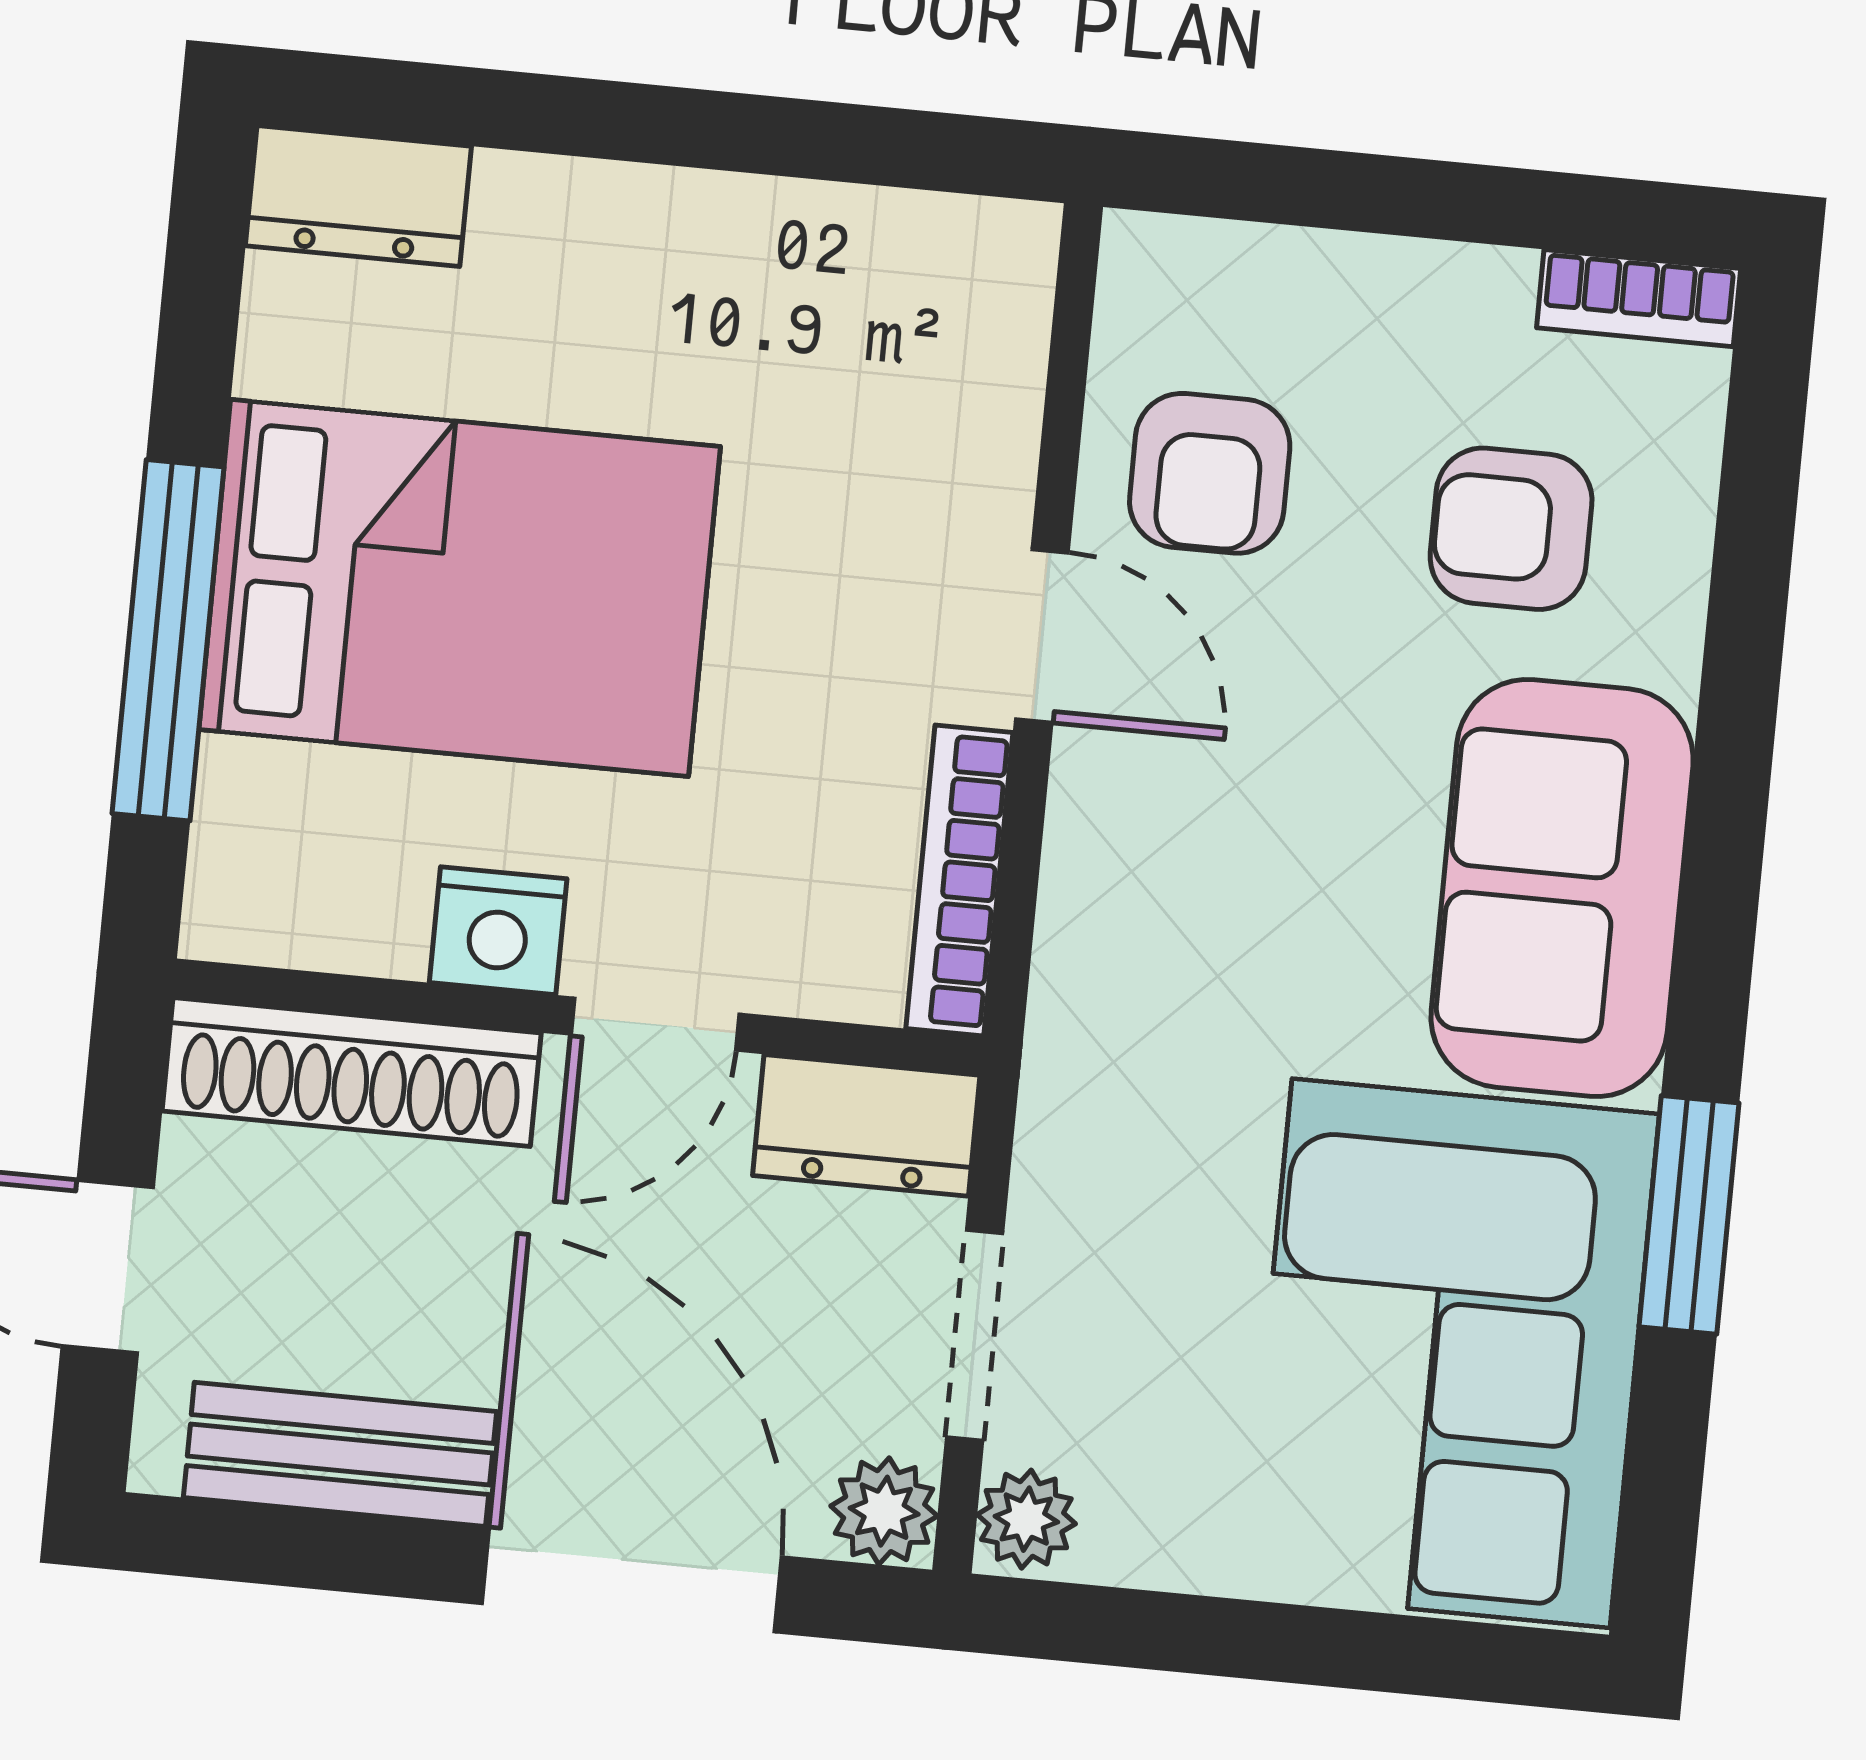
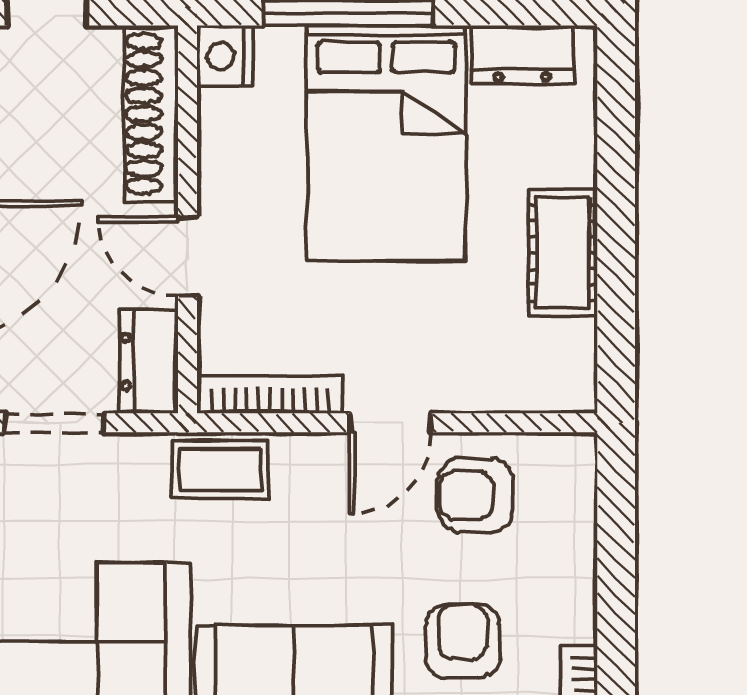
dresser: (358, 196) -> (522, 54), moved, turned -90
cot: (723, 243) -> (563, 253), added
nightstand: (498, 931) -> (225, 56), moved
coffee table: (1106, 998) -> (220, 470), added

